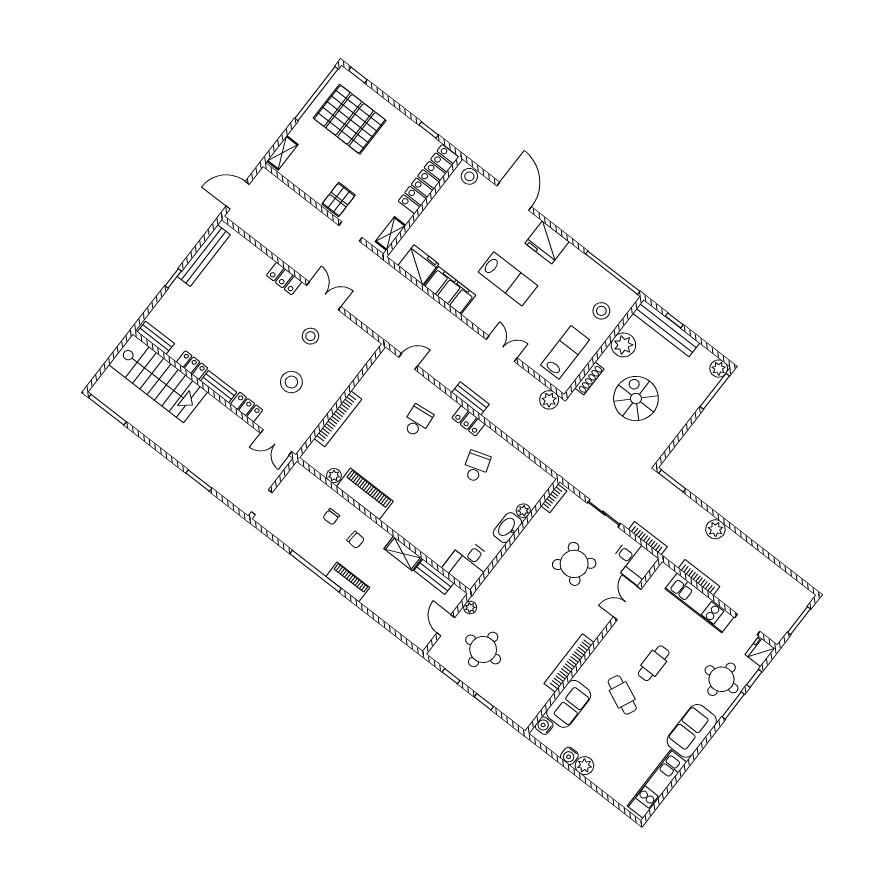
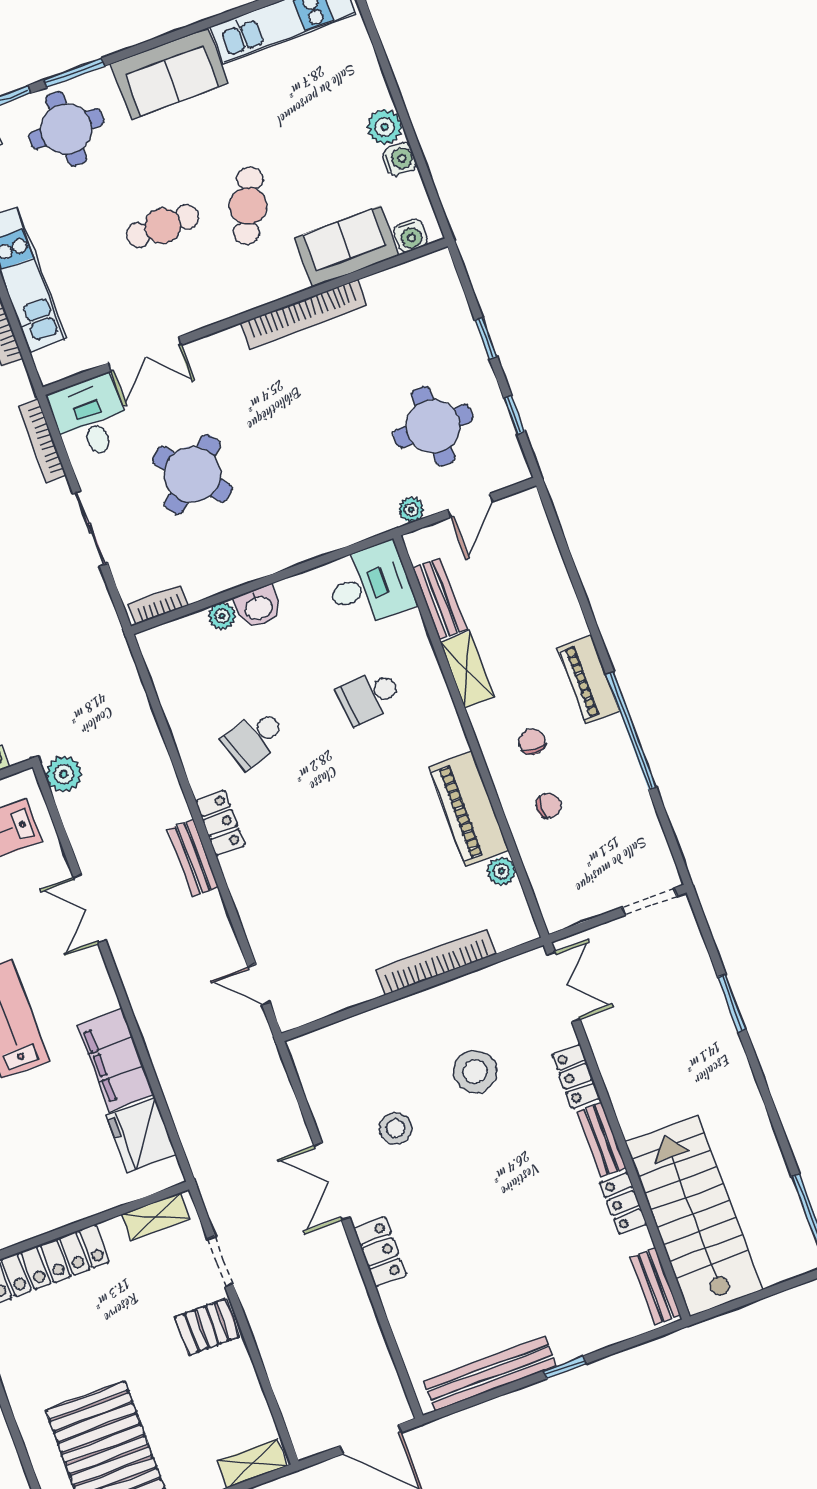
school desk: (418, 421) -> (369, 696), moved
washbasin: (507, 528) -> (258, 607), width x0.72

